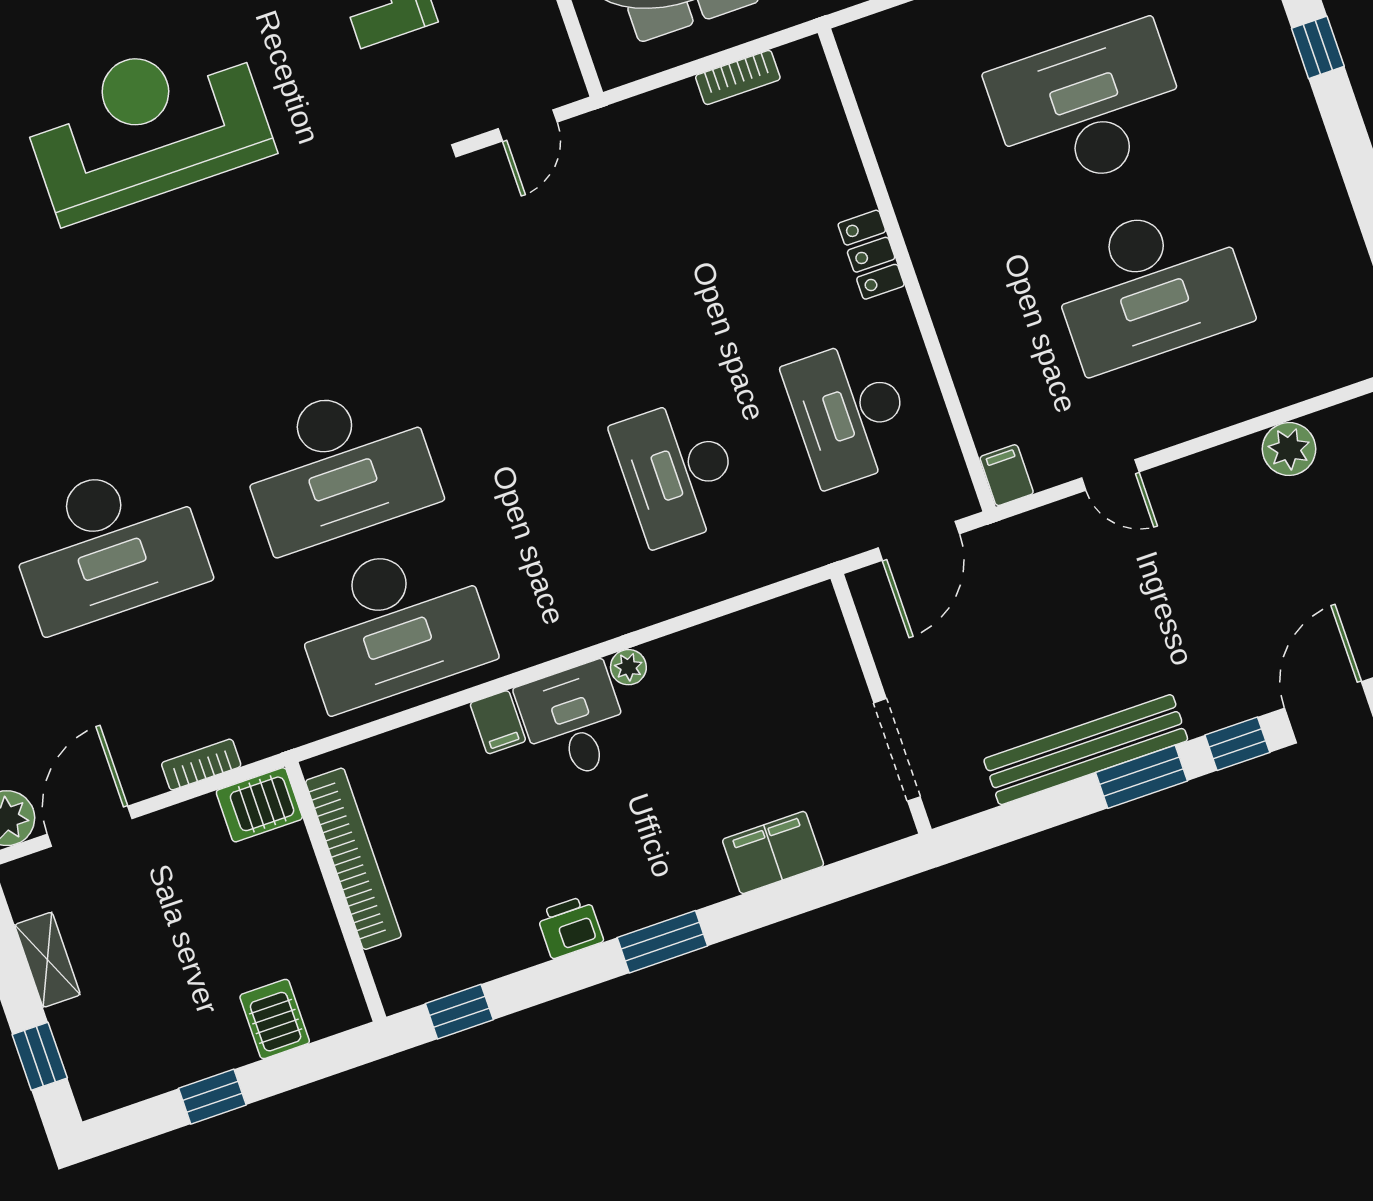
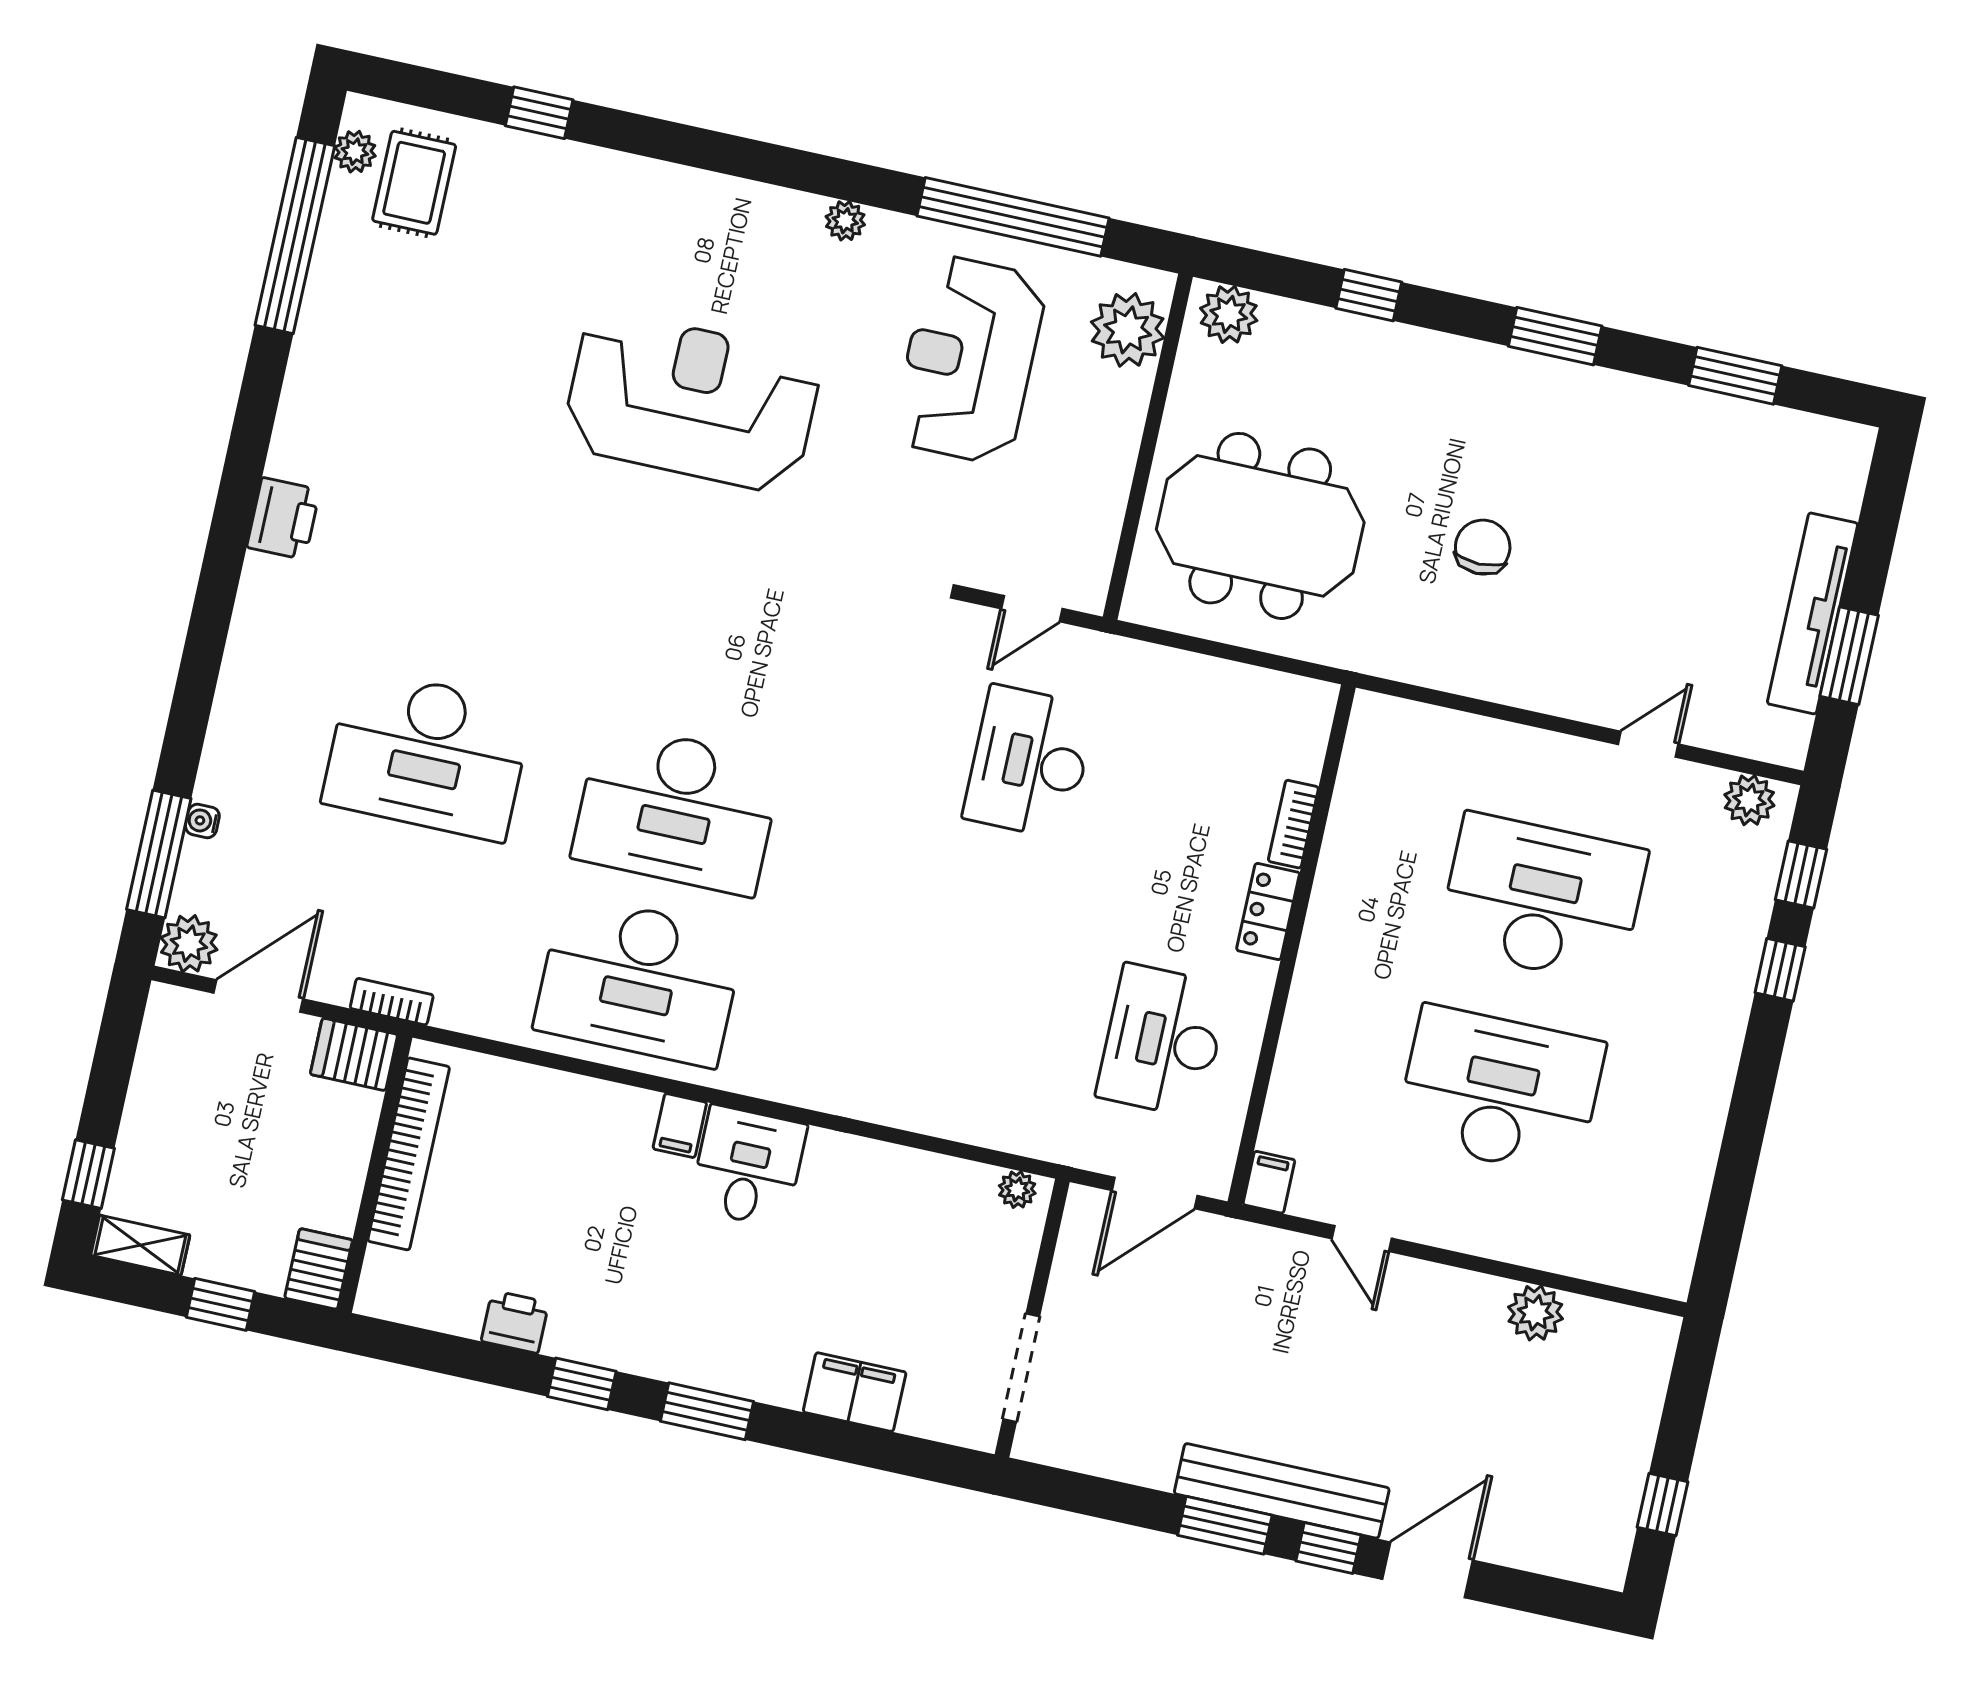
bookcase: (738, 77) -> (1293, 824), moved, turned 90
desk: (1150, 286) -> (1500, 1091), turned 180
desk: (678, 472) -> (1029, 762), moved
plant: (628, 667) -> (1017, 1189), moved
bench: (1086, 750) -> (1282, 1491), moved
server rack: (259, 805) -> (354, 1054), moved
bookcase: (353, 859) -> (409, 1154), moved
wall: (336, 892) -> (375, 1174), moved
printer: (570, 927) -> (515, 1322), moved
shelving: (48, 960) -> (140, 1245), moved, turned 90
window: (459, 1012) -> (582, 1384), moved

